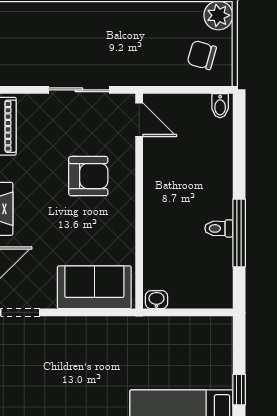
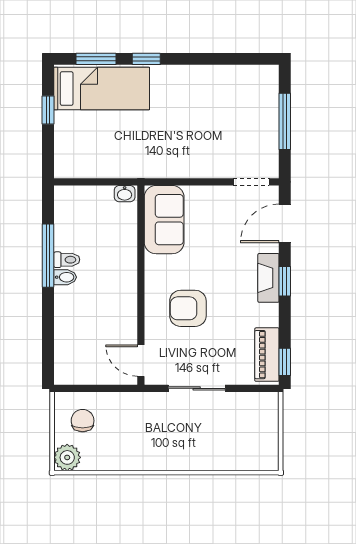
chair: (202, 55) -> (83, 421), turned -106
bidet: (220, 106) -> (65, 277), moved, turned 90
sofa: (94, 287) -> (164, 220), moved, turned -90

